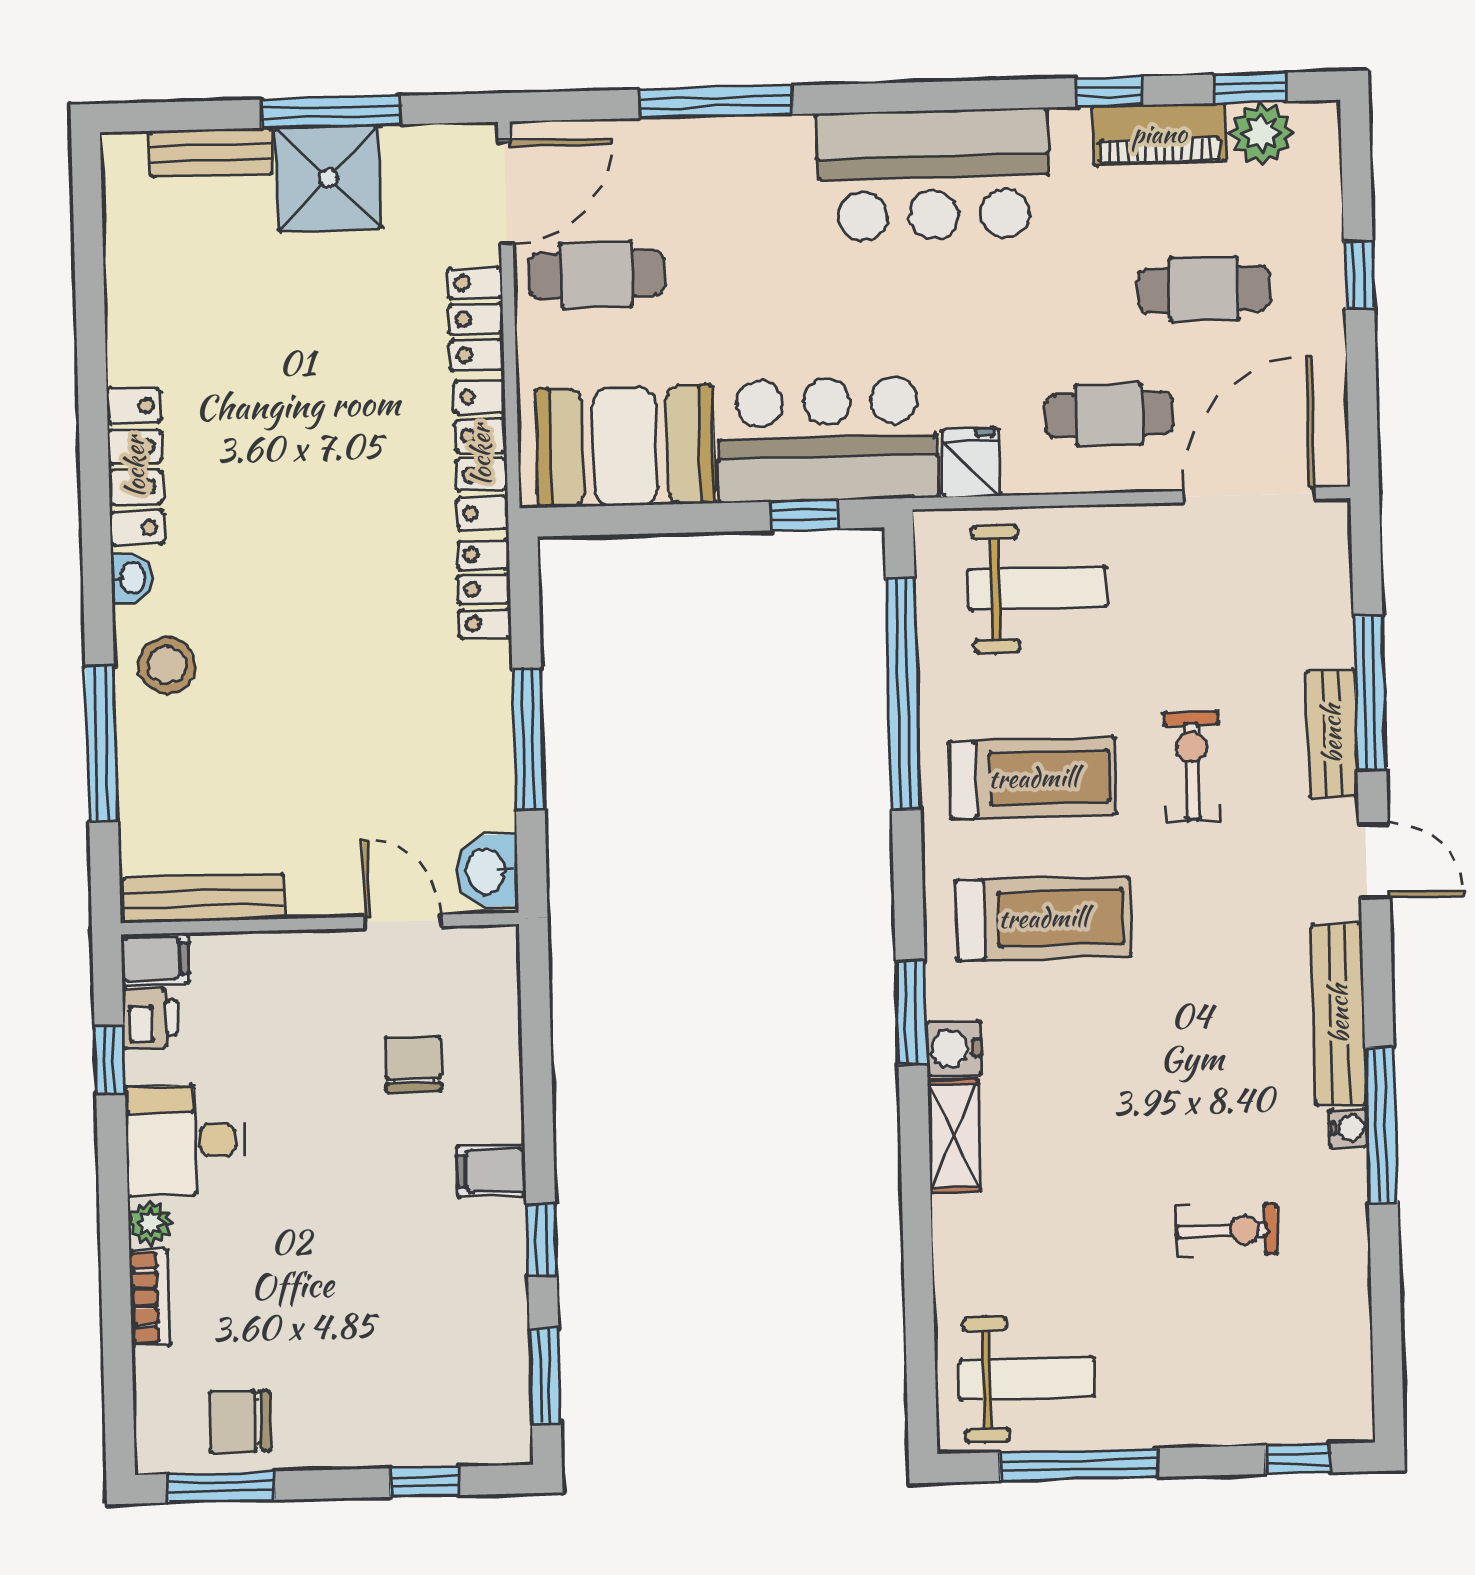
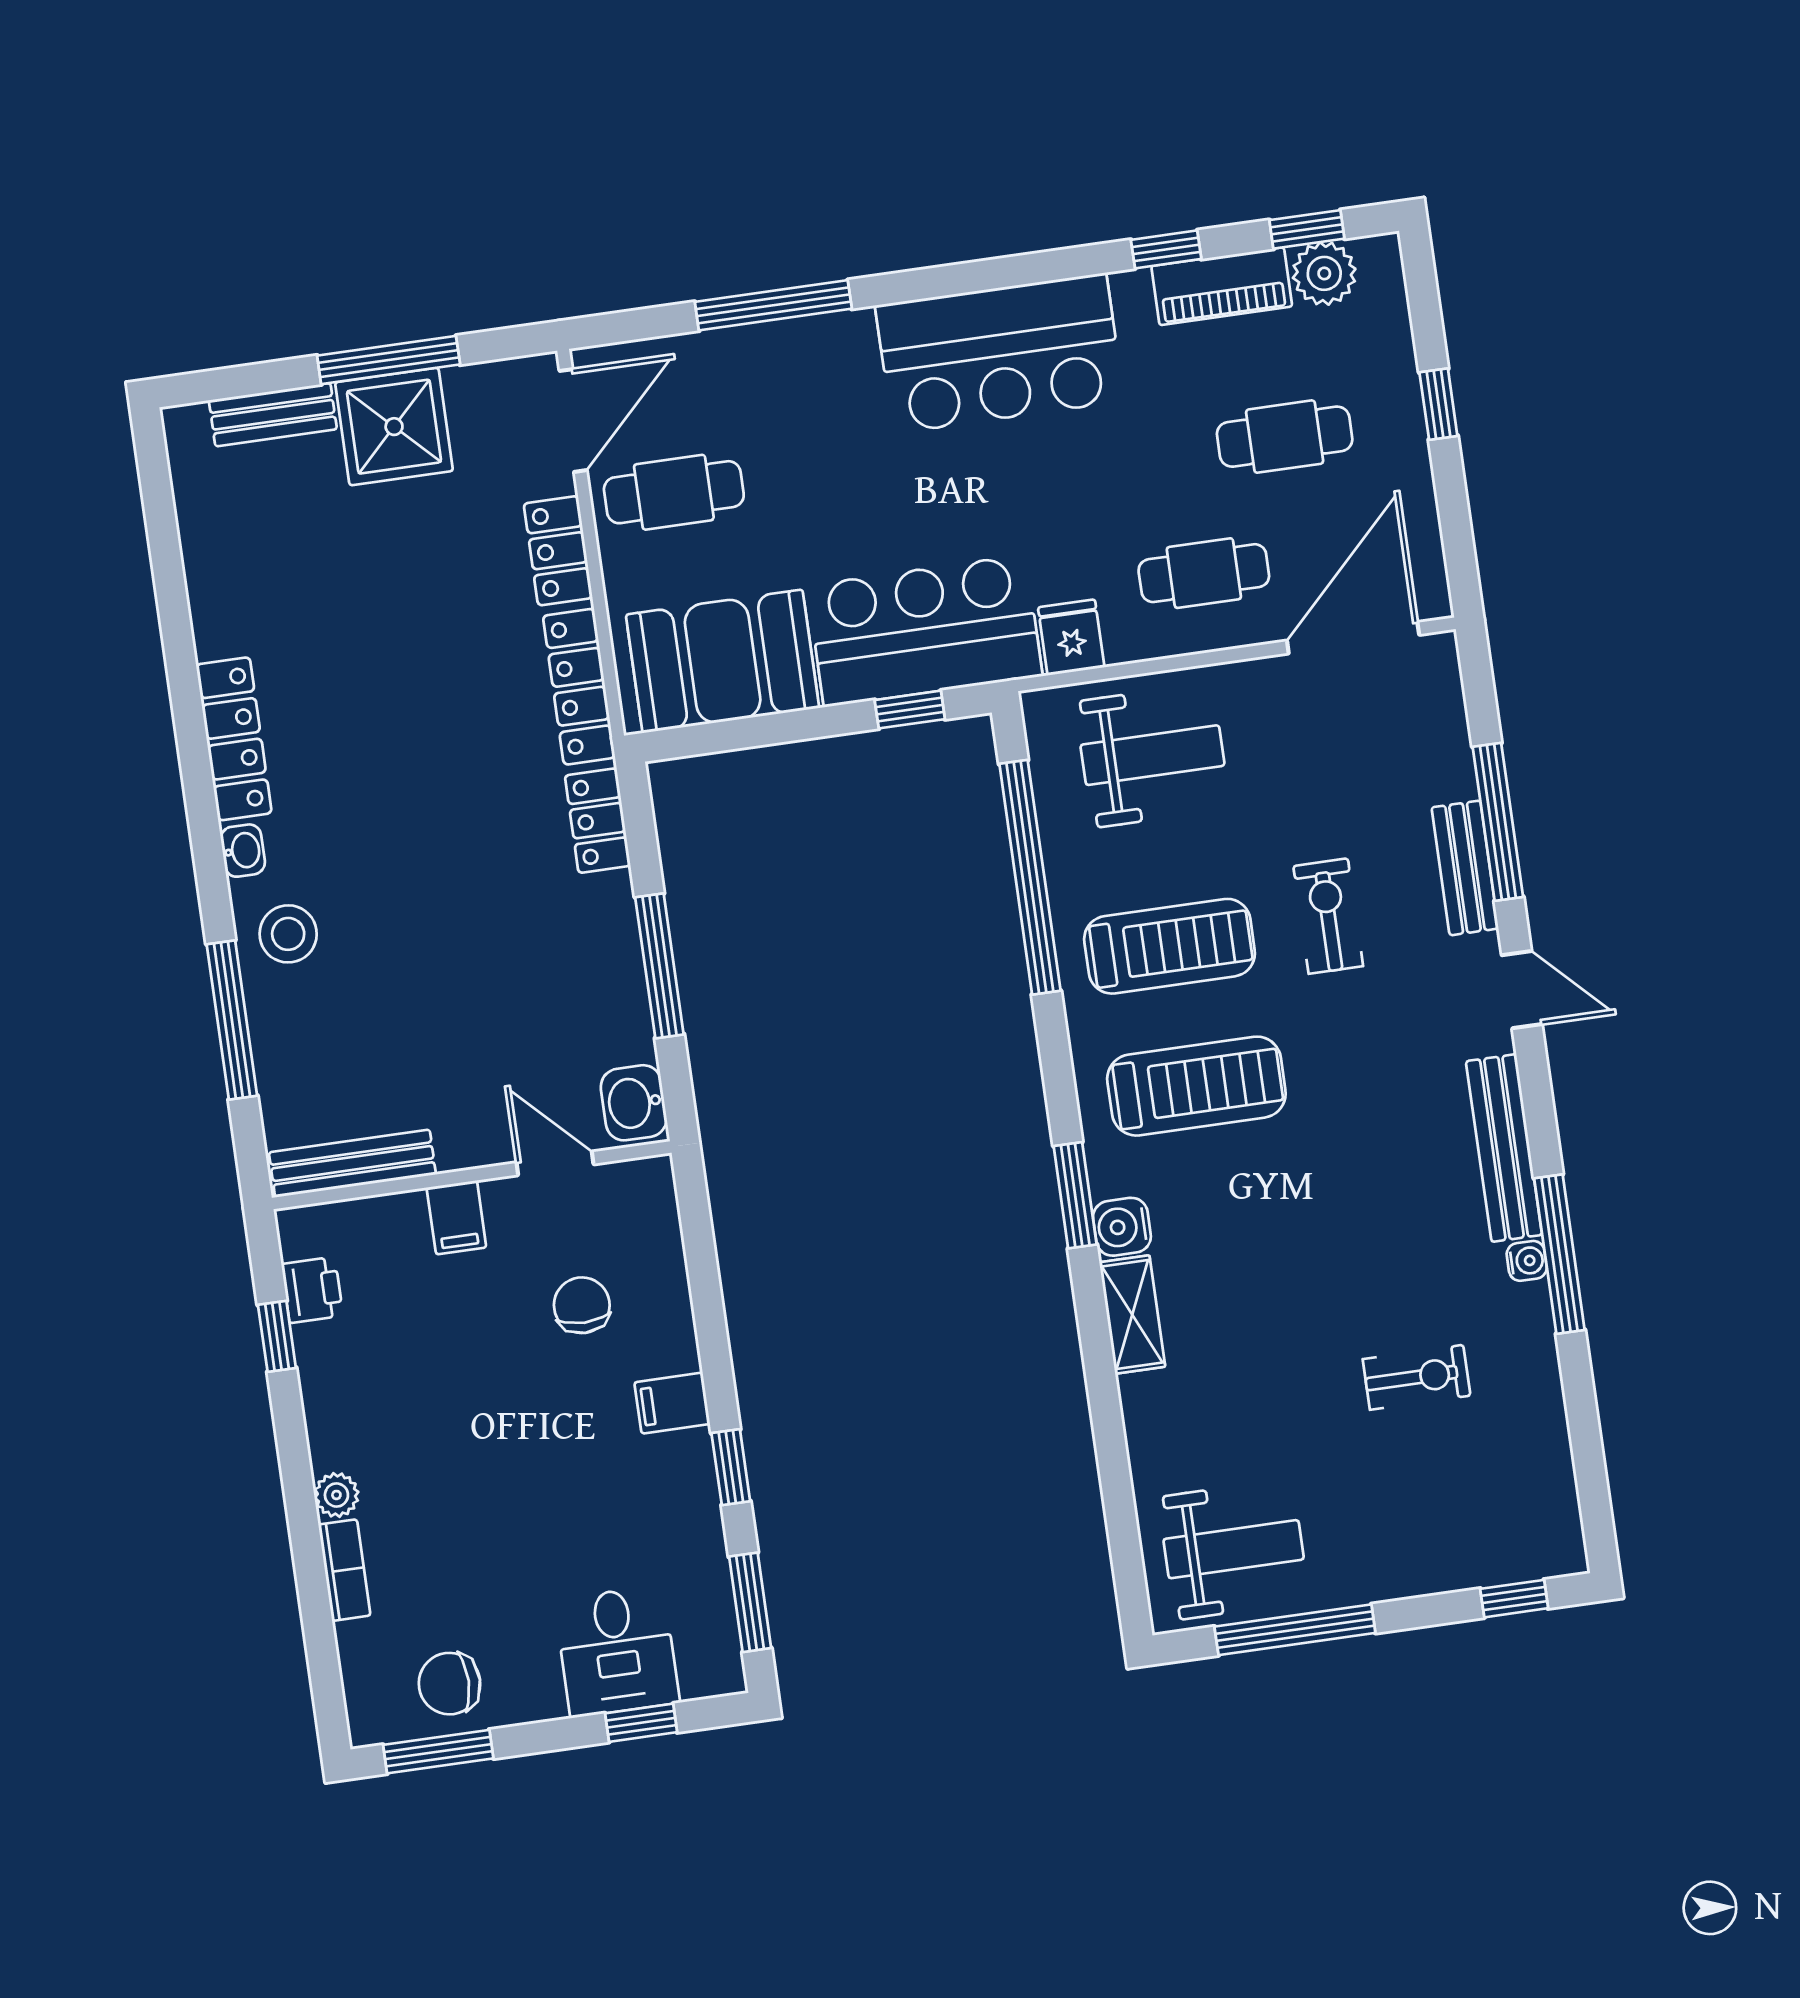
filing cabinet: (155, 959) -> (456, 1217), moved, turned 90
desk: (185, 1140) -> (617, 1651), moved, turned -90

